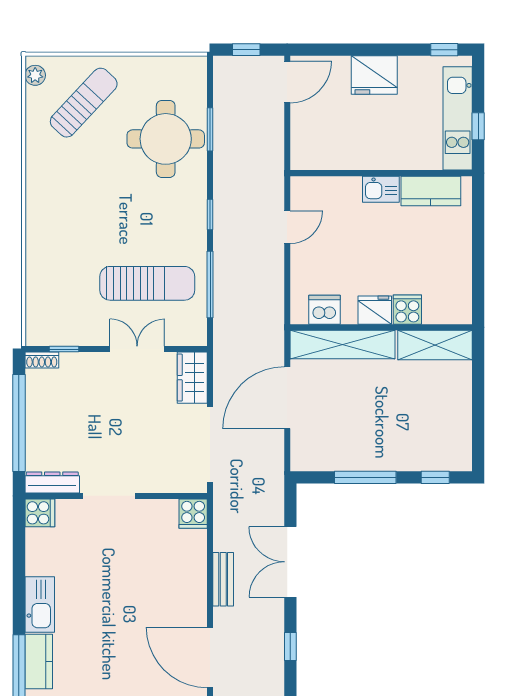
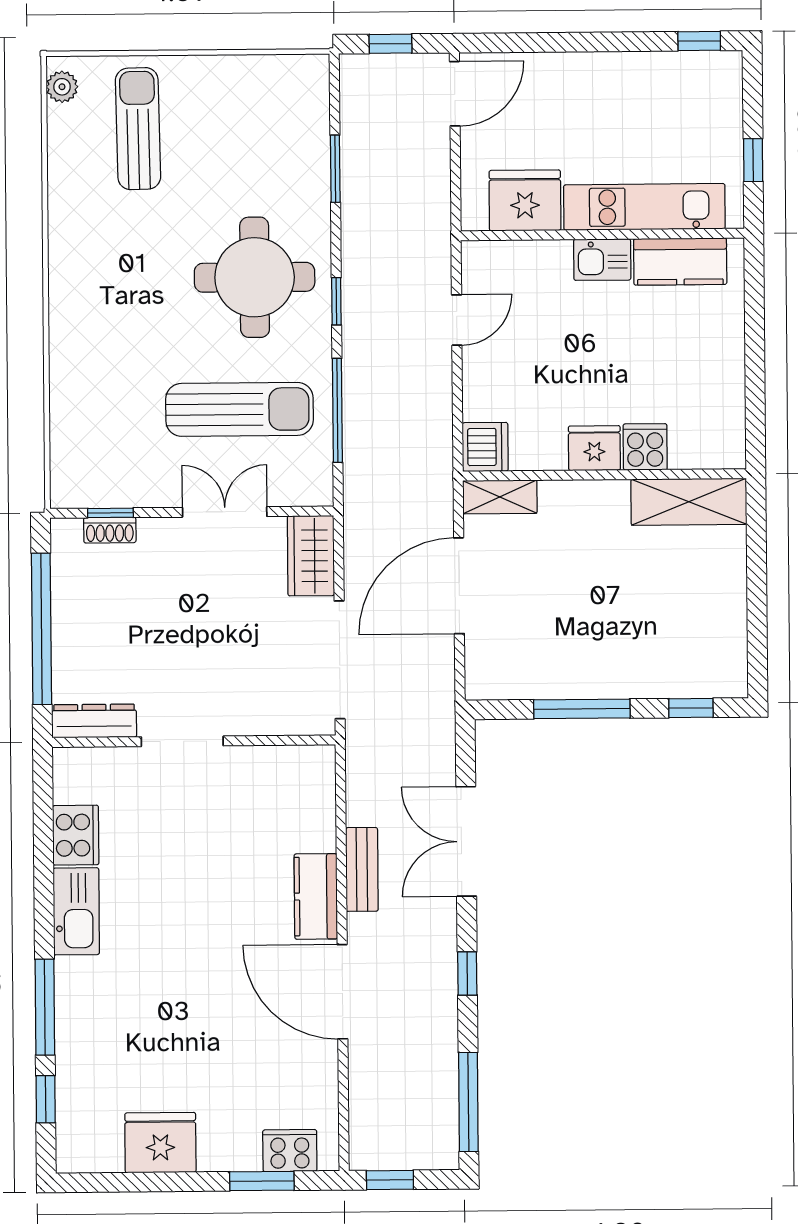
fridge: (374, 75) -> (525, 200), moved, turned 180
sun lounger: (84, 103) -> (138, 129), turned -44
kitchen unit: (458, 118) -> (644, 207), moved, turned 90
round table: (166, 139) -> (255, 277), moved
dishwasher: (325, 310) -> (485, 447), moved, turned 90
shelving: (342, 345) -> (500, 497), width x0.45, depth x0.75
shoe rack: (42, 360) -> (110, 530), moved
cooker: (40, 513) -> (76, 835), moved, width x1.36
cooker: (193, 514) -> (314, 768), removed
kitchen counter: (39, 662) -> (316, 896), moved, turned 180

